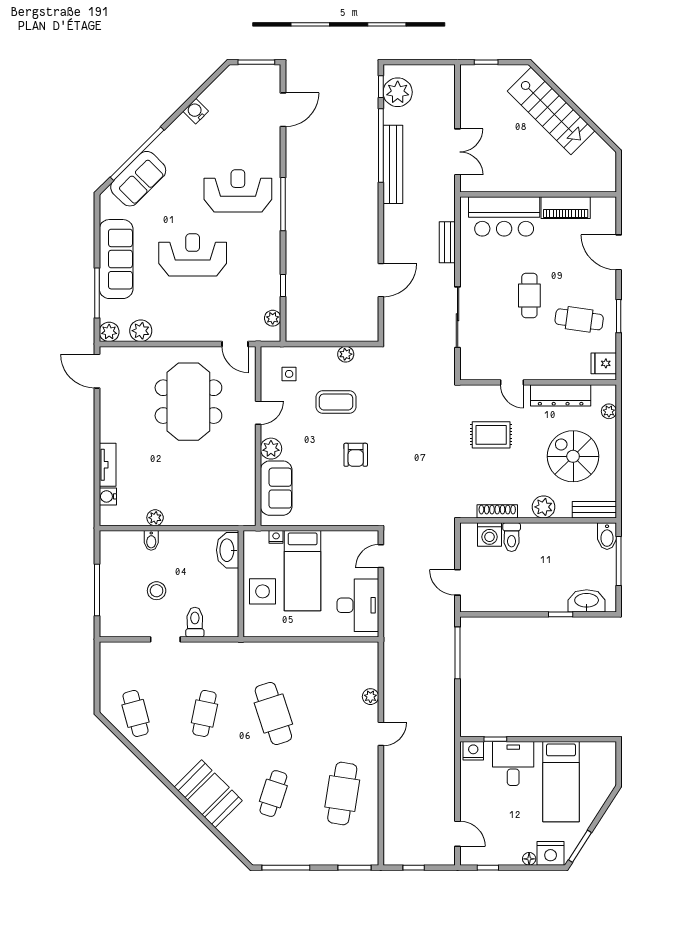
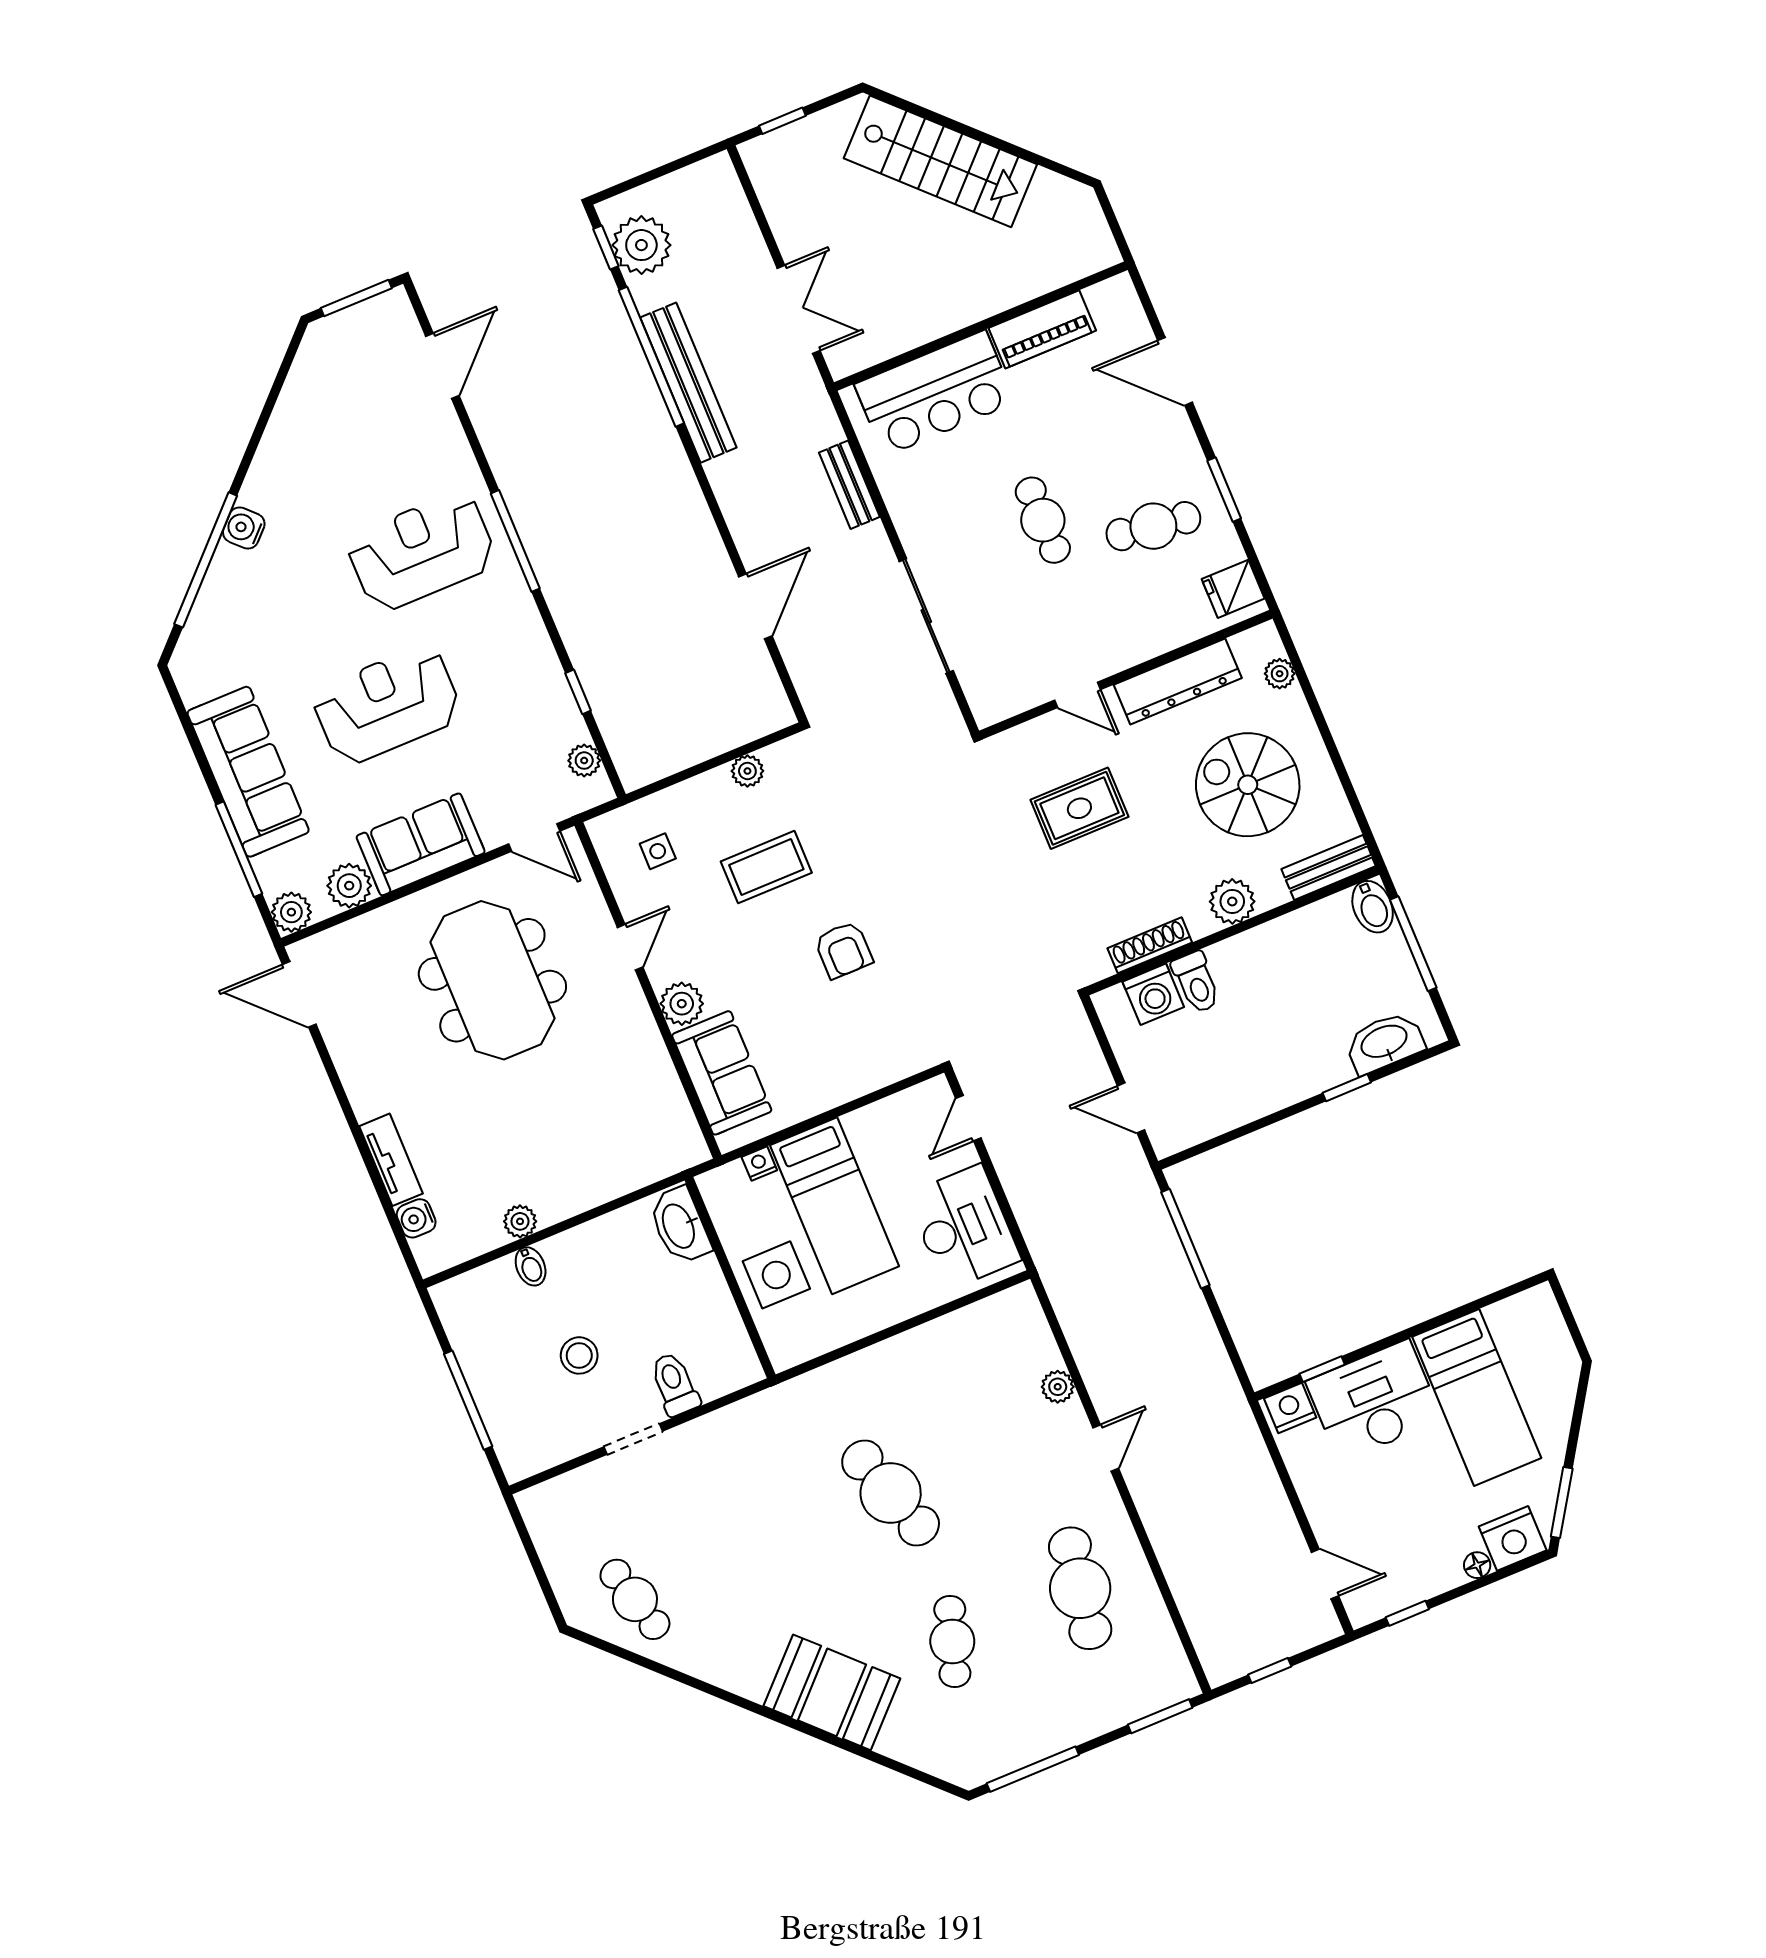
water cooler: (196, 111) -> (244, 528), moved
sofa: (138, 179) -> (421, 844), moved, turned -135
cafe table: (204, 713) -> (763, 1546), removed
desk: (513, 764) -> (1374, 1401), width x1.37

